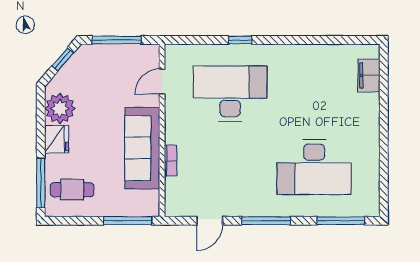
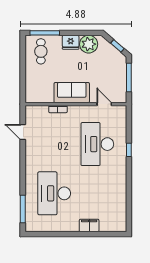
filing cabinet: (369, 75) -> (89, 225), moved
desk: (230, 94) -> (97, 144), turned 180
sofa: (142, 148) -> (72, 93), width x0.73
window: (128, 221) -> (23, 84), removed
window: (266, 221) -> (23, 165), removed

